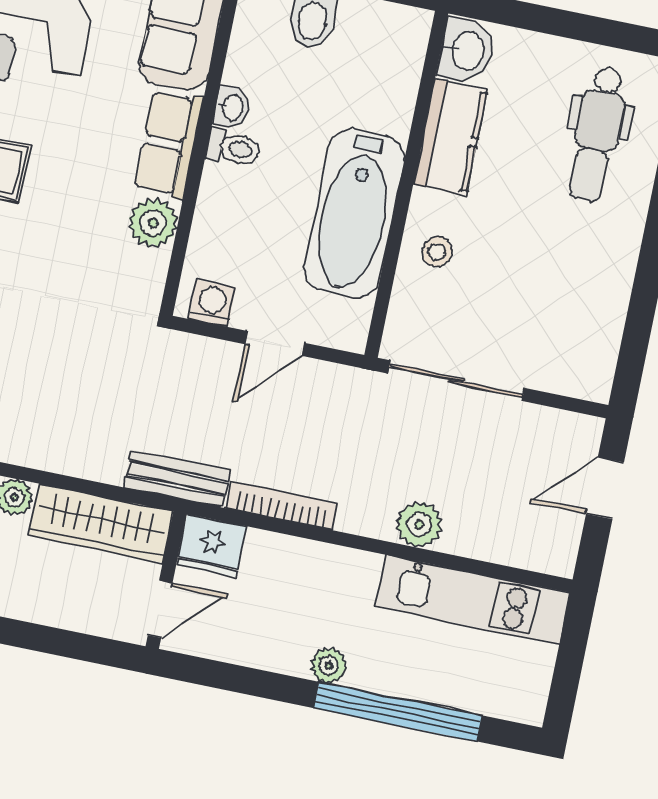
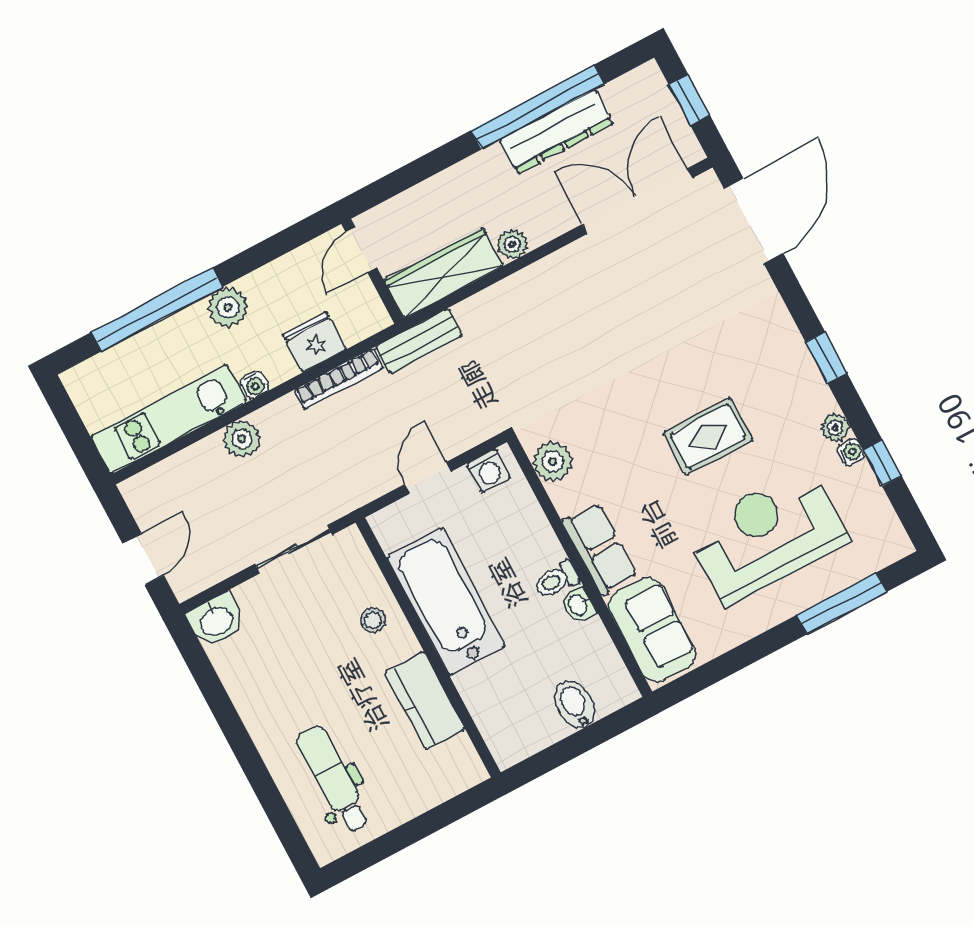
washbasin: (466, 51) -> (216, 620), moved, turned -90
plant: (153, 223) -> (553, 461), moved
sliding door: (456, 381) -> (294, 549), width x0.73
fridge: (212, 546) -> (314, 342), moved
water cooler: (365, 565) -> (255, 385), added
plant: (329, 665) -> (228, 307), width x1.38, depth x1.38

